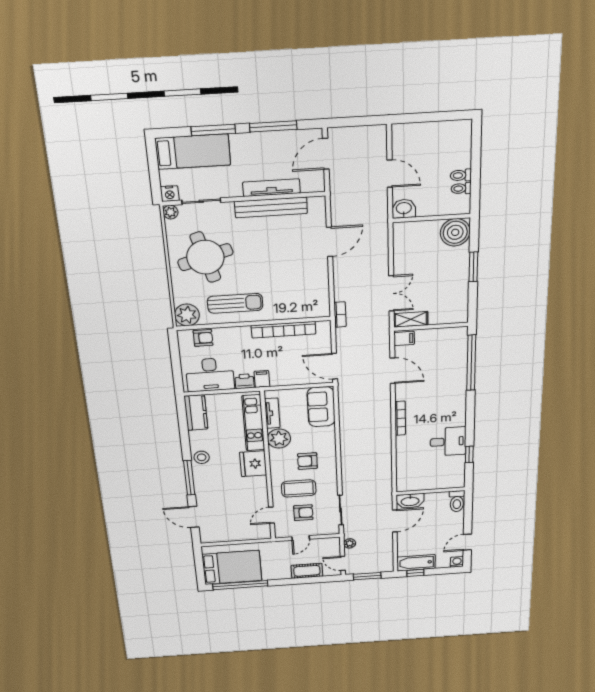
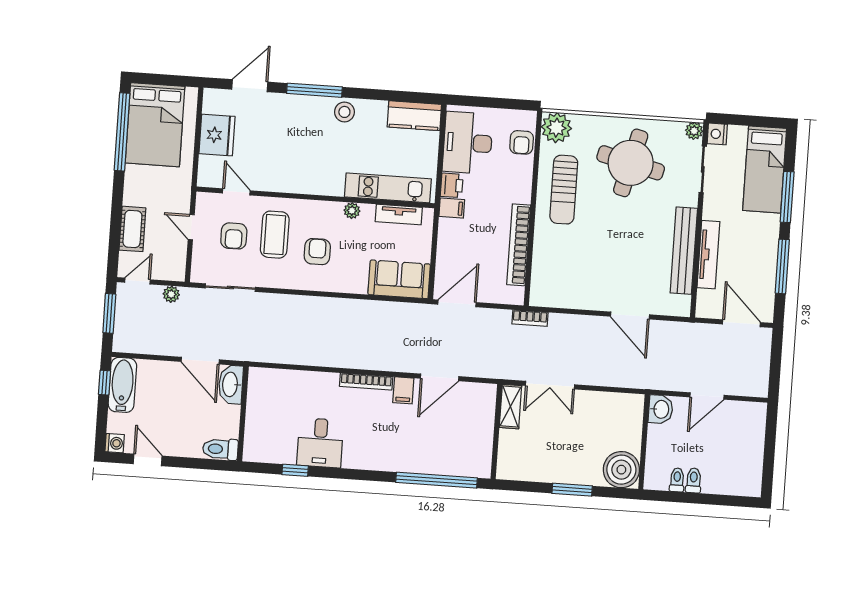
round table: (205, 257) -> (631, 163), turned 30
filing cabinet: (404, 338) -> (403, 390), moved
plant: (279, 439) -> (352, 211), width x0.53, depth x0.53
fridge: (253, 464) -> (217, 135), moved, turned 90

